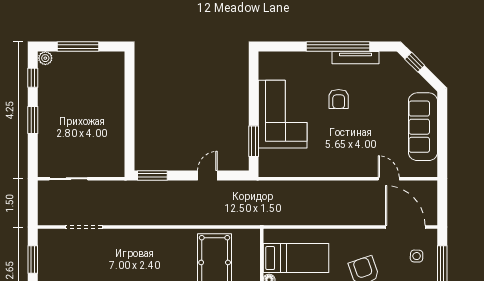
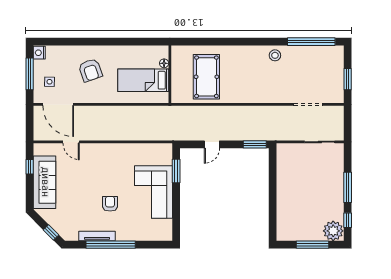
plant: (45, 58) -> (333, 231), width x1.88, depth x1.88
window: (33, 120) -> (348, 187), width x1.44
window: (442, 147) -> (30, 167), added

